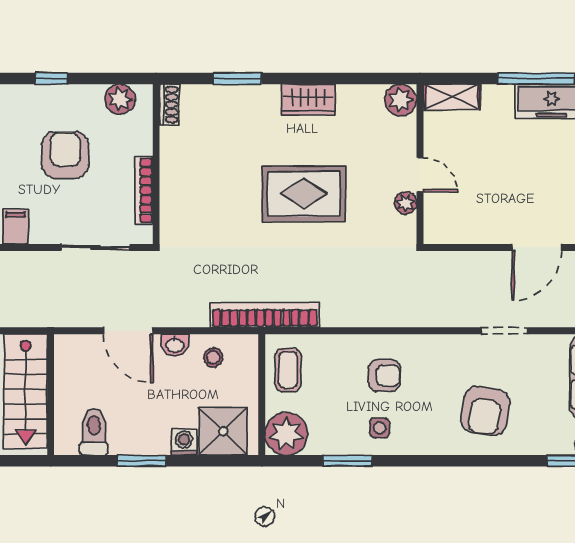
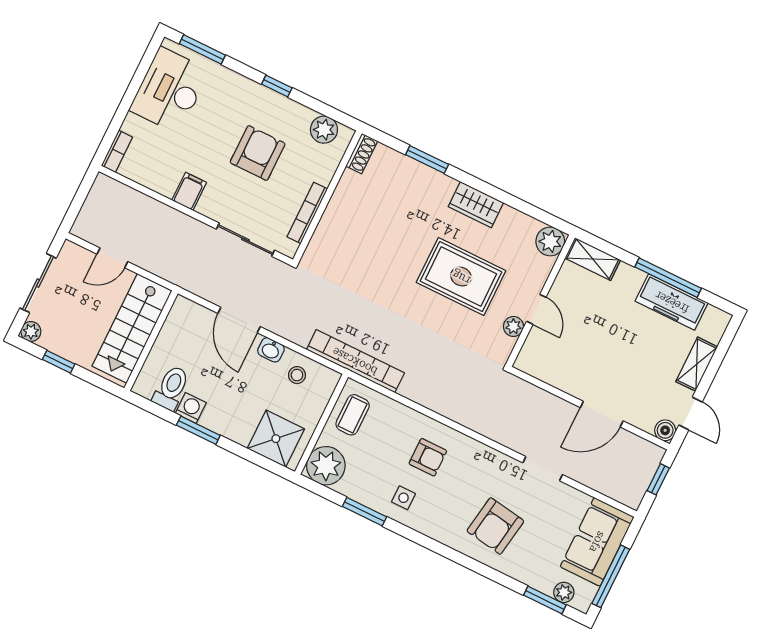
rug: (304, 194) -> (461, 277), moved
washing machine: (184, 442) -> (191, 408), moved

